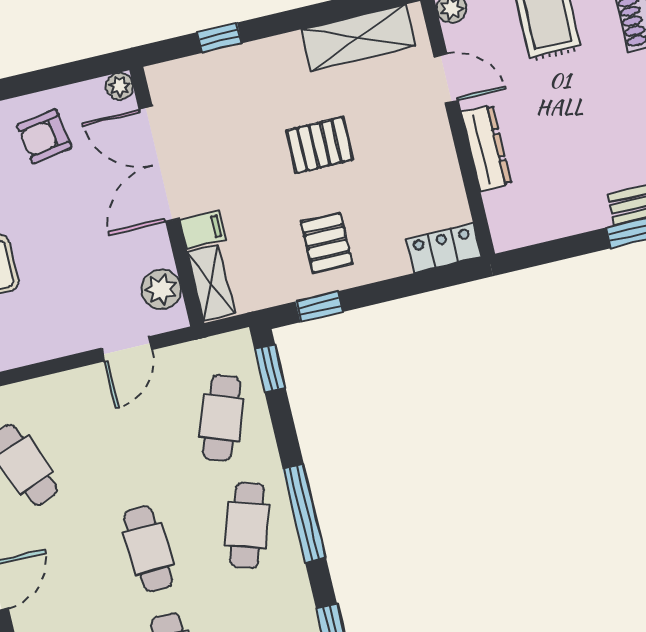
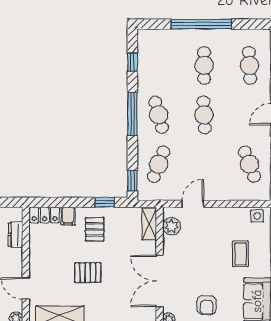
armchair: (44, 136) -> (207, 305), turned 99
dresser: (486, 148) -> (15, 235), moved, width x0.70
double door: (159, 164) -> (160, 281), swing flipped
filing cabinet: (203, 230) -> (68, 216), moved, turned -90
cafe table: (247, 525) -> (159, 115), turned -33

